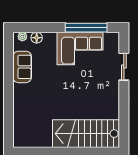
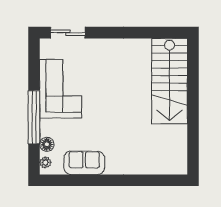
window: (86, 28) -> (34, 117), moved
sliding door: (124, 67) -> (68, 33), moved

